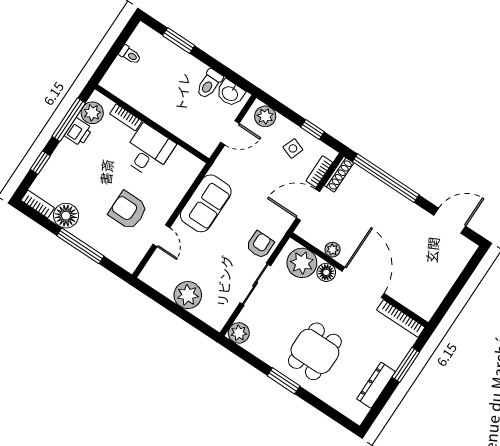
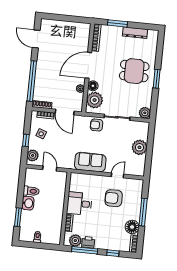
washbasin: (230, 93) -> (28, 203), moved
window: (312, 129) -> (26, 140), moved
armchair: (128, 210) -> (114, 198), turned 90

